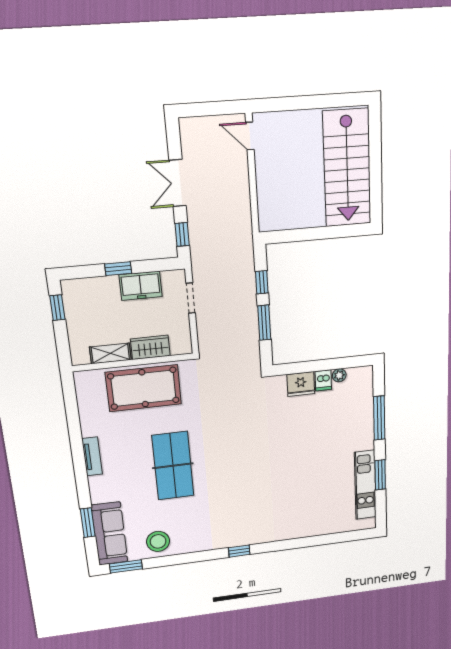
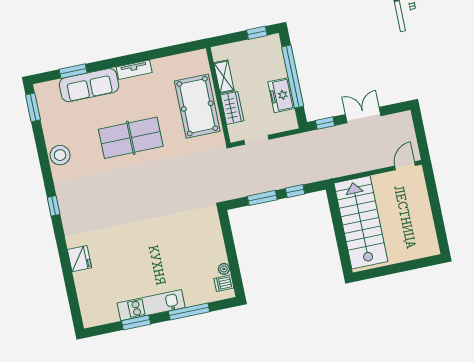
stairs: (347, 168) -> (361, 222), moved, turned 90
window: (118, 269) -> (293, 77), width x3.17
doorway: (191, 298) -> (257, 140), moved
dishwasher: (323, 380) -> (224, 283), moved
fridge: (301, 384) -> (79, 259), moved, turned 180
kitchen unit: (365, 485) -> (151, 305), moved
sofa: (110, 534) -> (89, 85), moved
stool: (158, 541) -> (60, 155), moved

